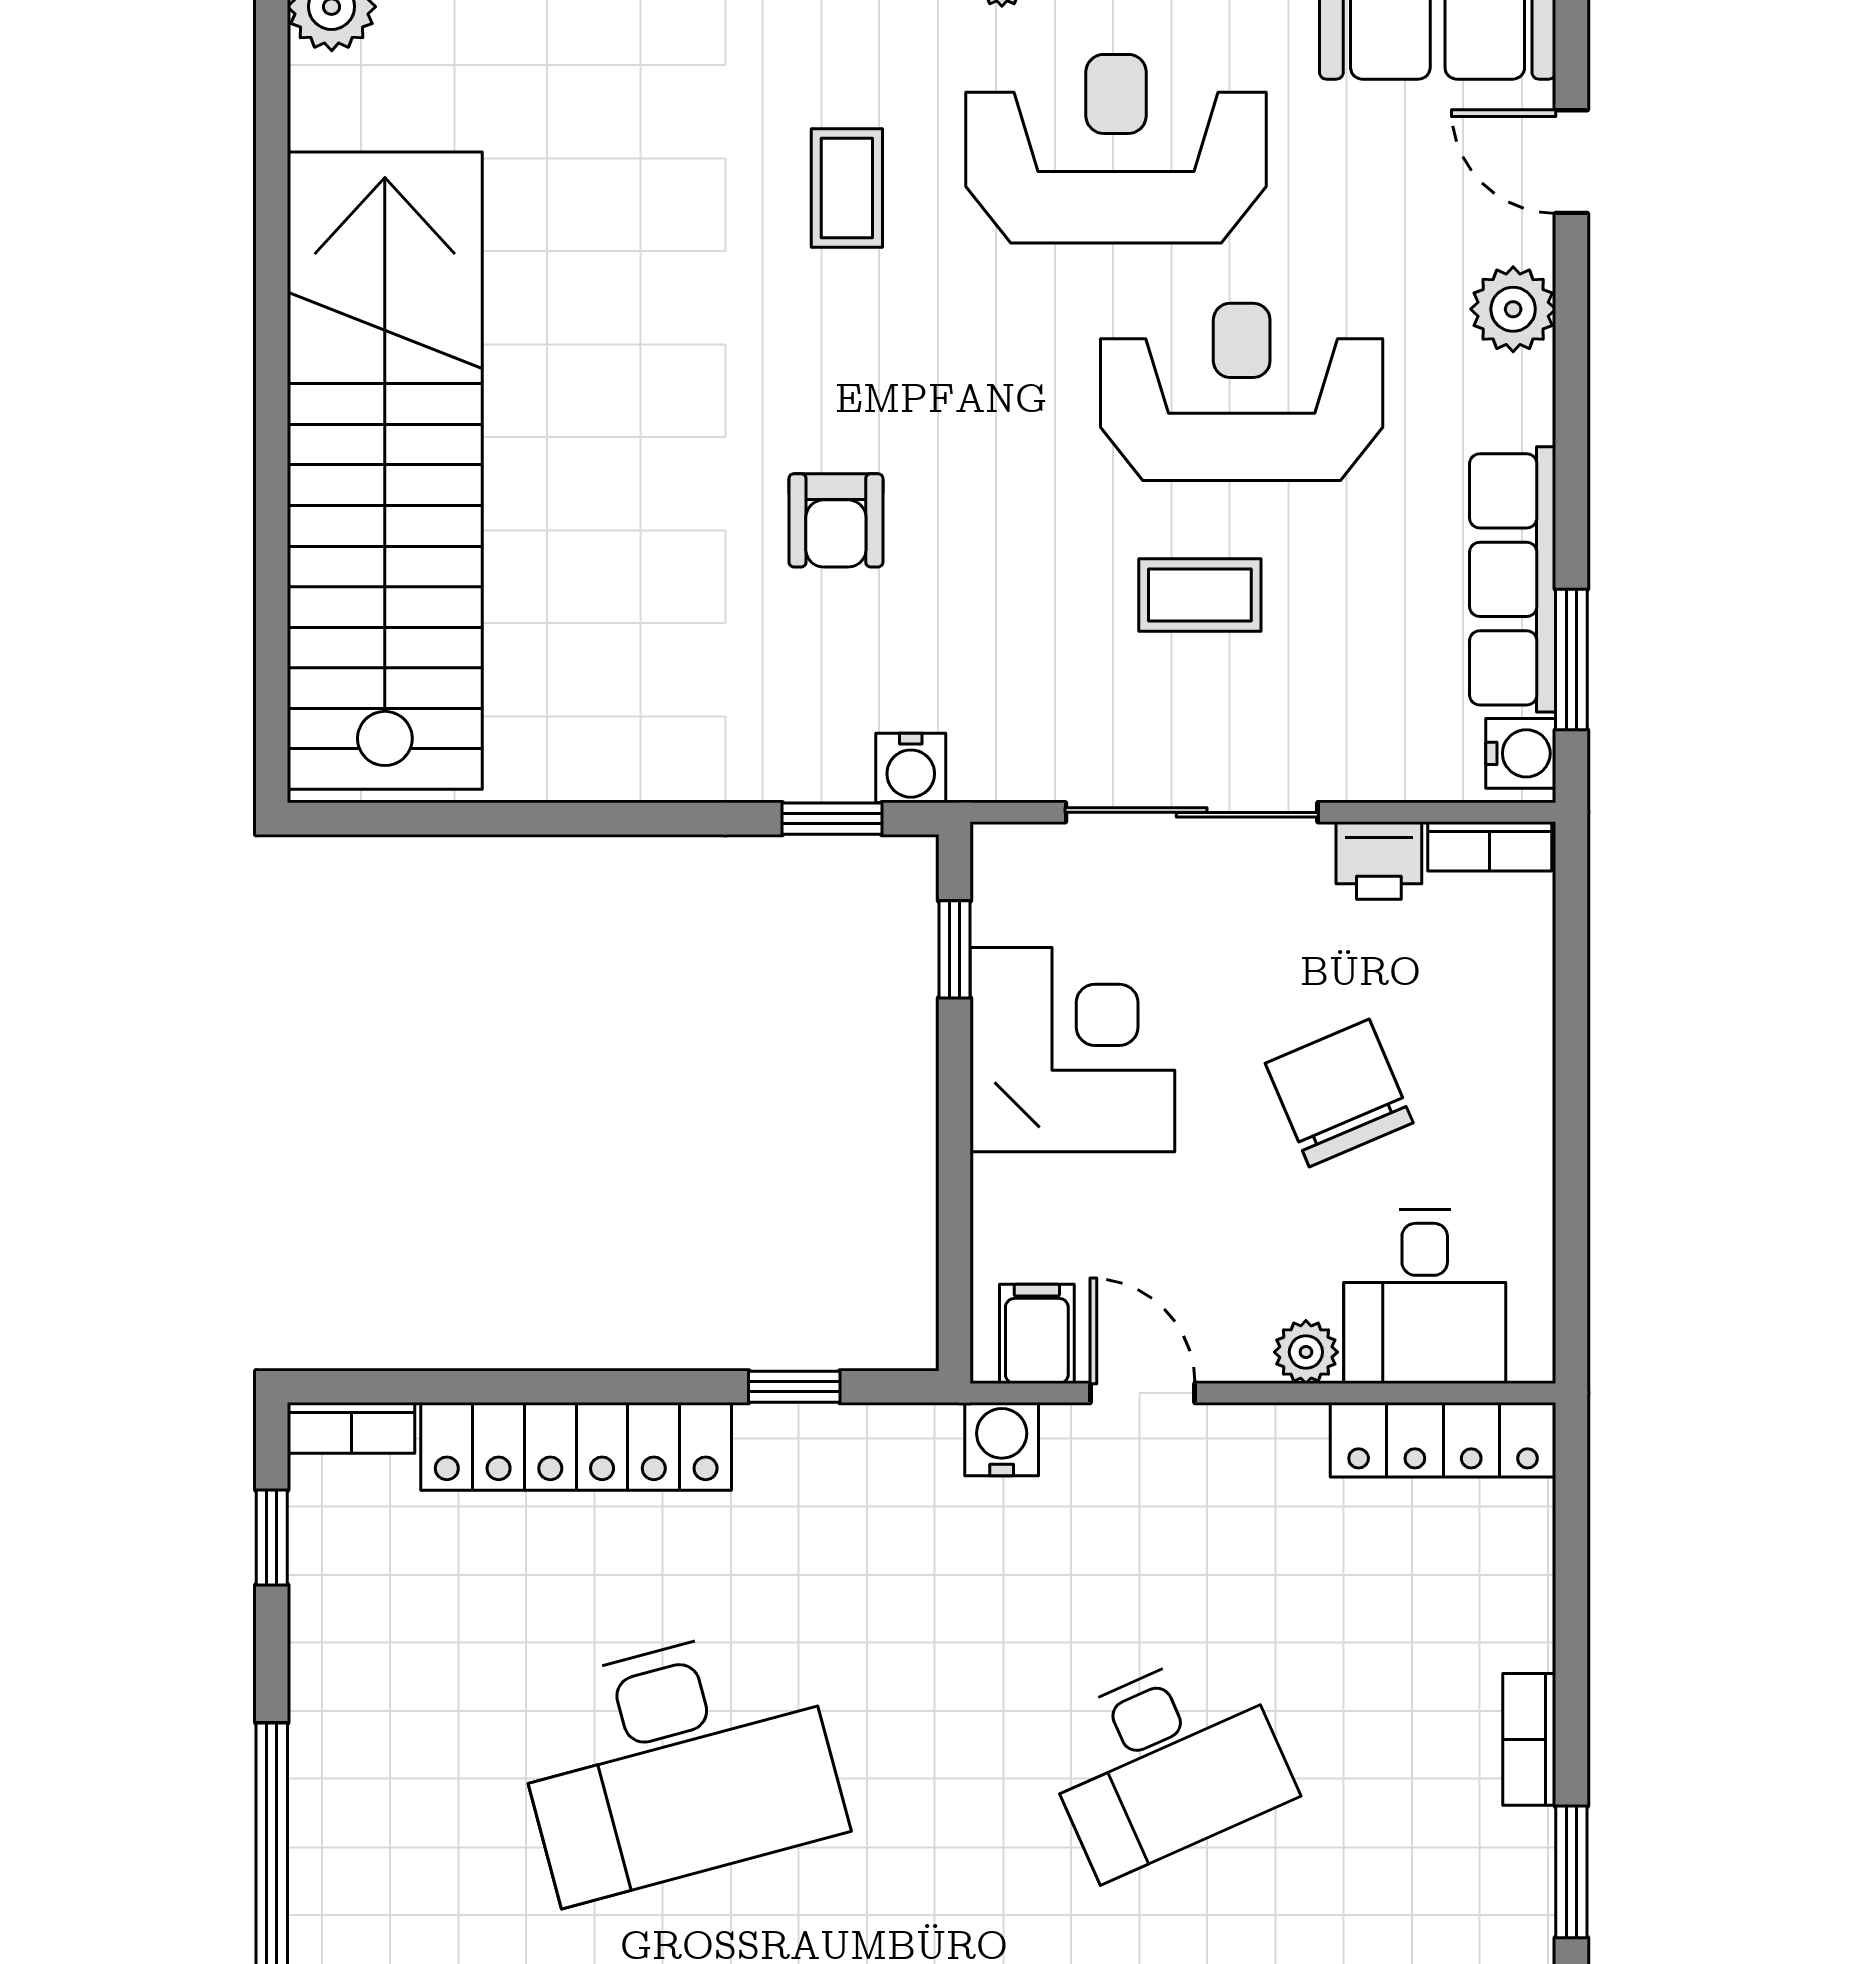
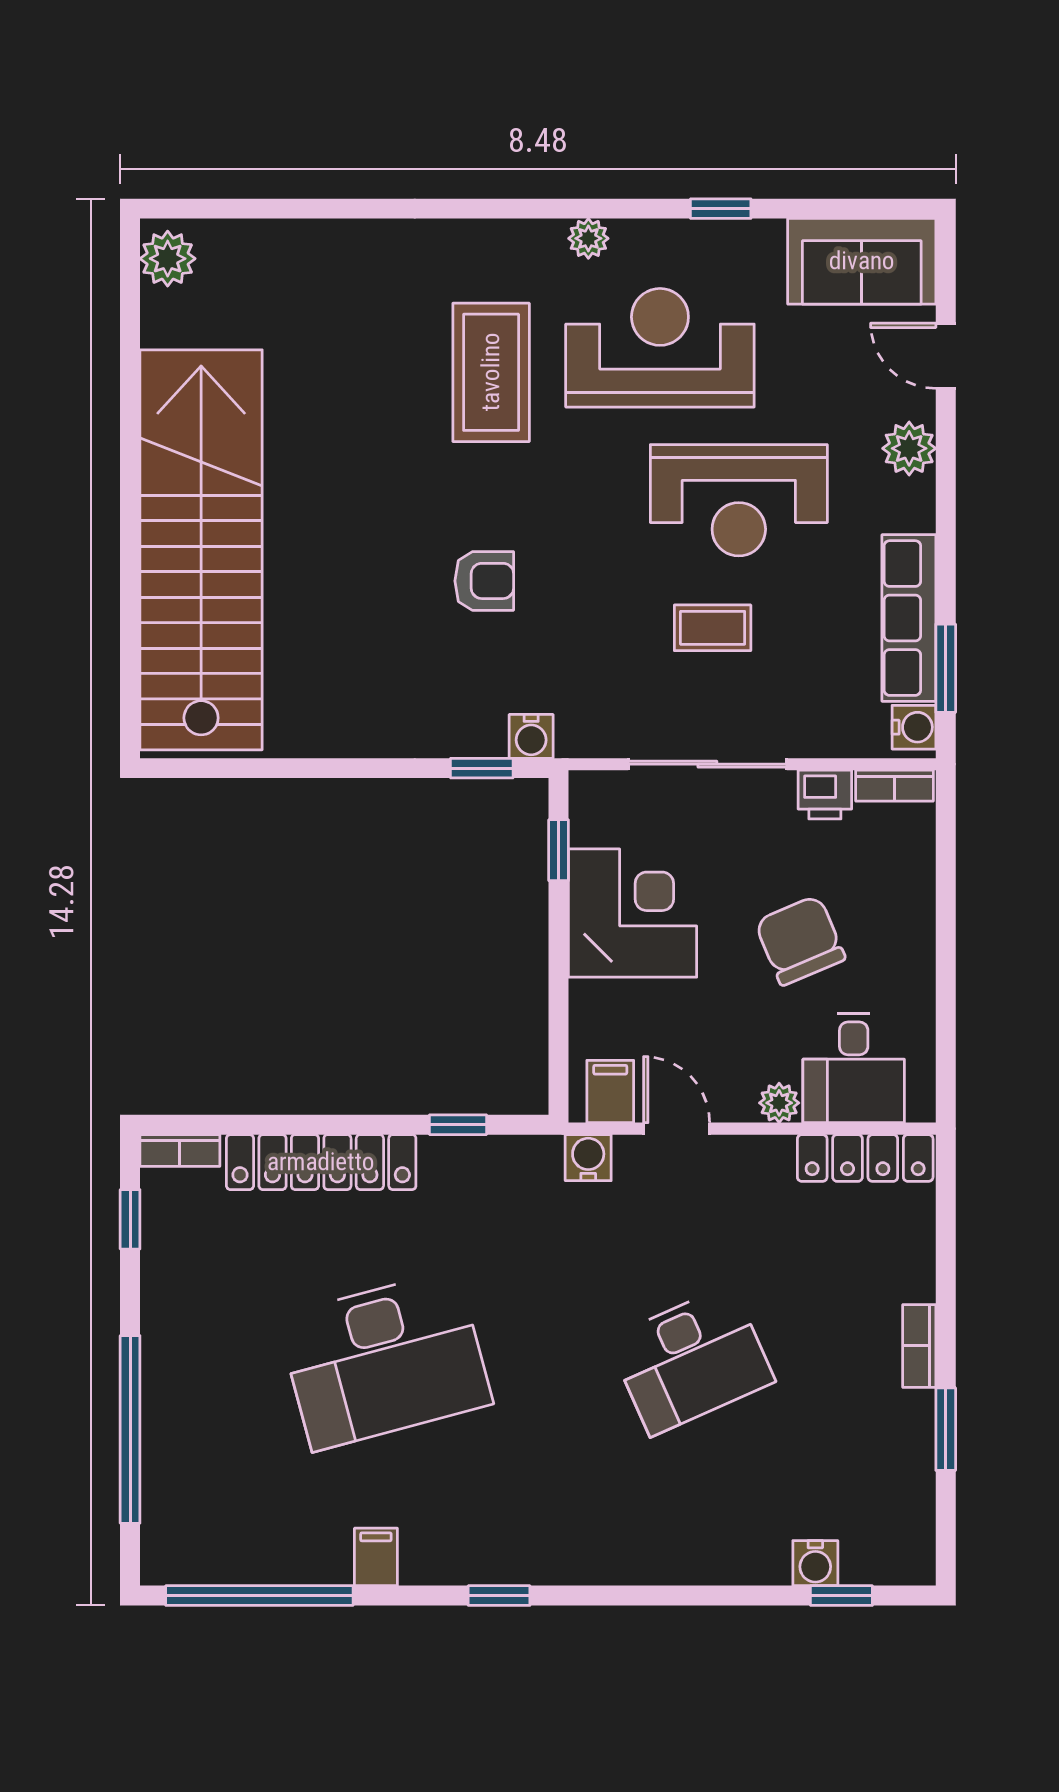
coffee table: (847, 188) -> (491, 372), width x1.86, depth x1.72
reception desk: (1242, 392) -> (739, 500), turned 180
armchair: (836, 520) -> (484, 581), turned -90

